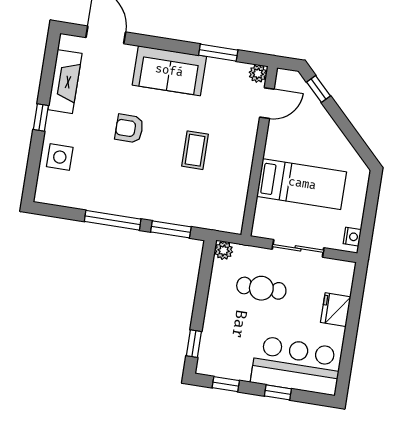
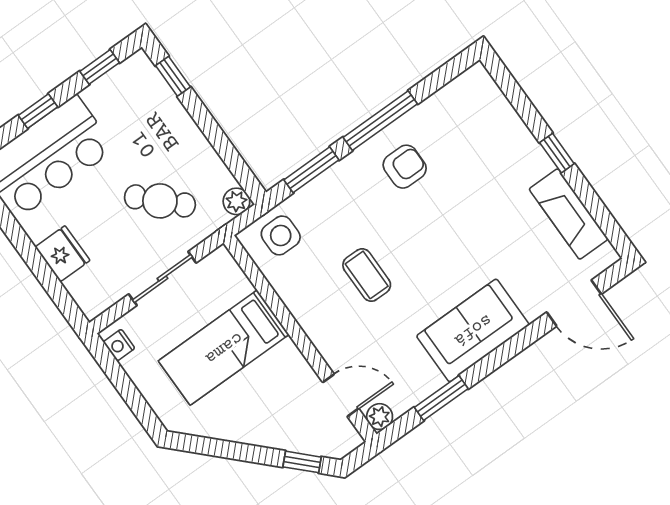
door: (267, 103) -> (341, 395), swing flipped
armchair: (129, 128) -> (405, 167), moved
side table: (60, 157) -> (281, 235), moved
cafe table: (261, 288) -> (160, 201), turned 45

